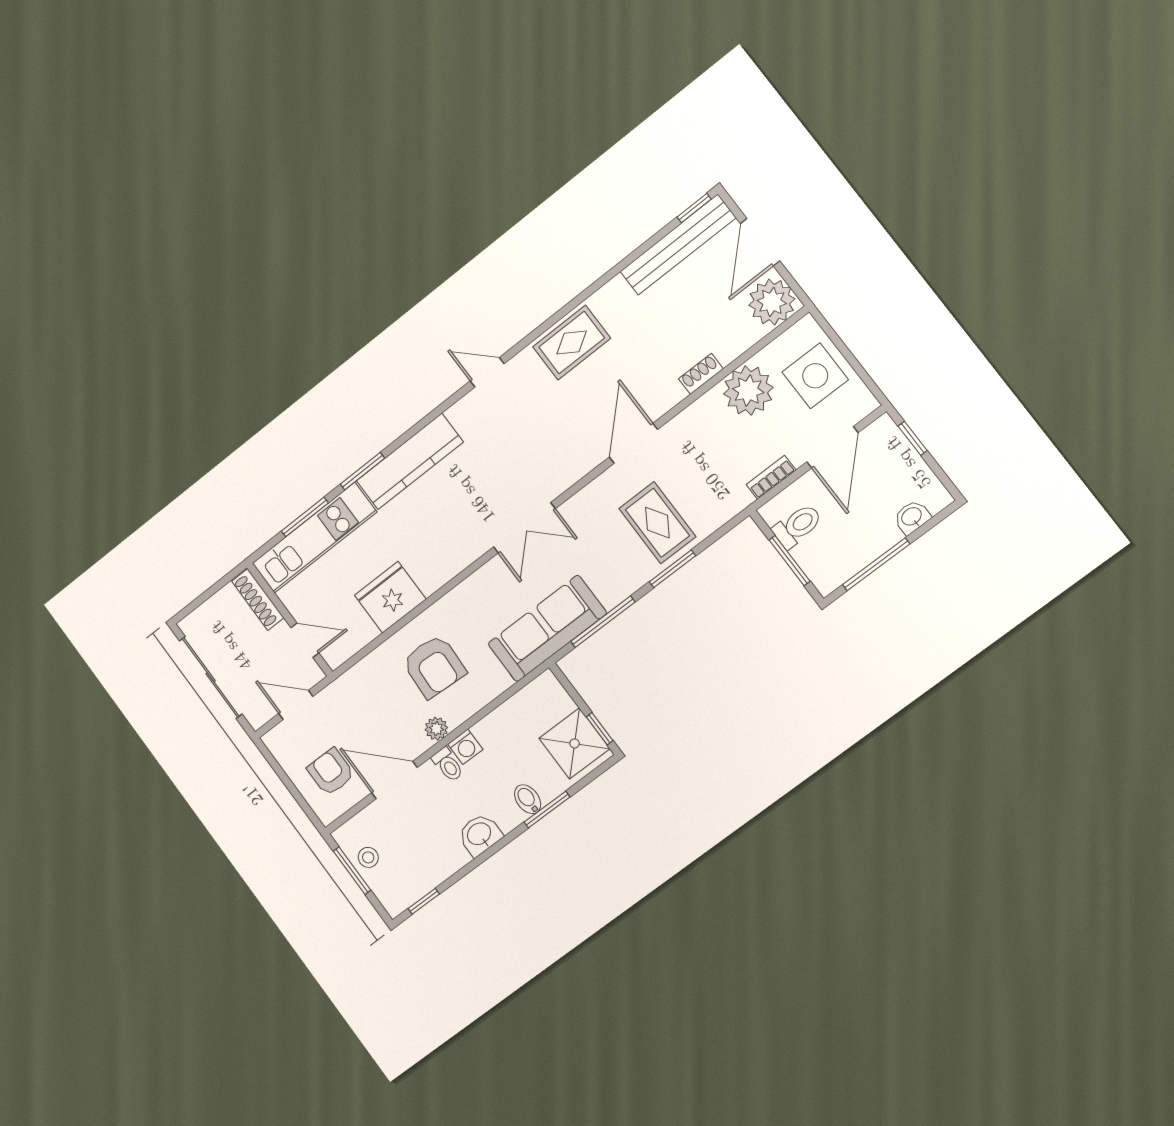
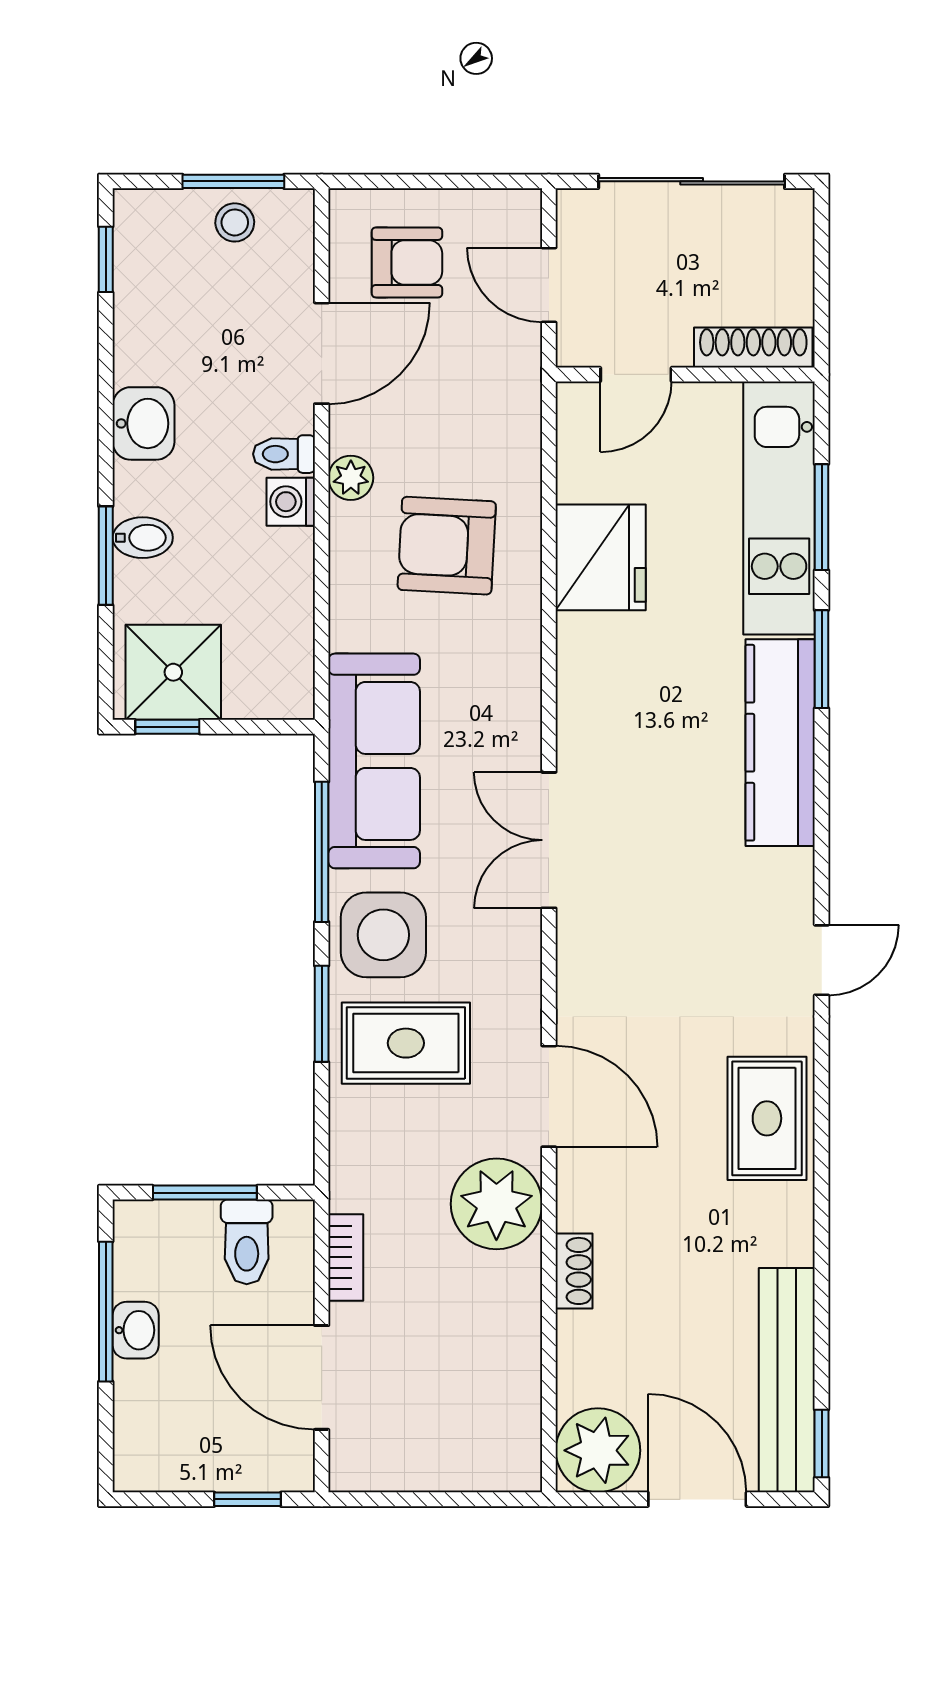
side table: (815, 376) -> (383, 935), moved
plant: (748, 391) -> (496, 1204), moved
washbasin: (912, 517) -> (136, 1330), moved
door: (296, 705) -> (549, 285), swing flipped

